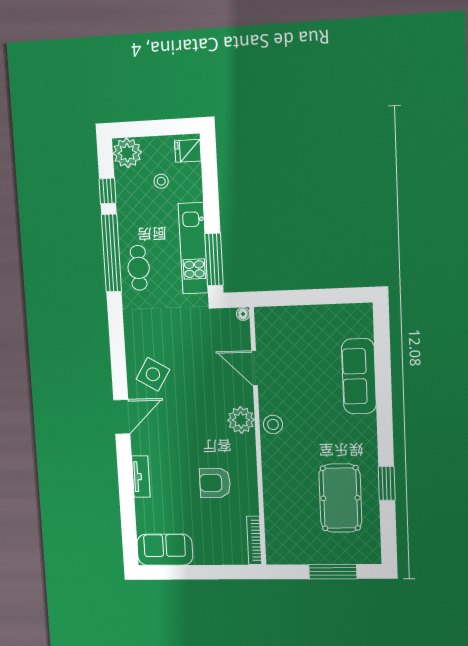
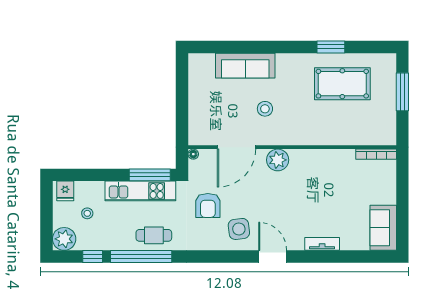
door: (254, 368) -> (236, 147), width x1.36
side table: (153, 374) -> (239, 229), turned -38
stool: (273, 424) -> (265, 109), moved
armchair: (215, 483) -> (208, 205), moved

